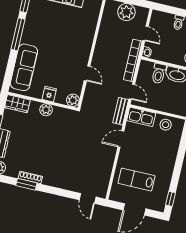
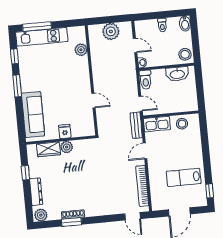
window: (18, 34) -> (17, 86), width x0.69
bookcase: (133, 60) -> (142, 186), moved
toilet: (159, 73) -> (145, 80), moved
plant: (73, 100) -> (81, 50), moved
wardrobe: (17, 104) -> (48, 149), moved
lab bench: (137, 180) -> (184, 177), moved

